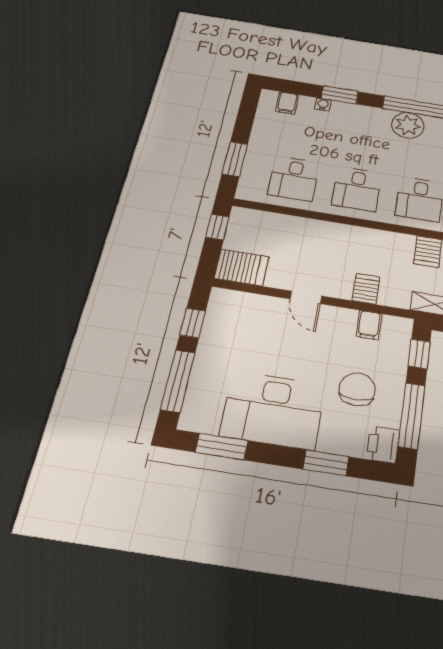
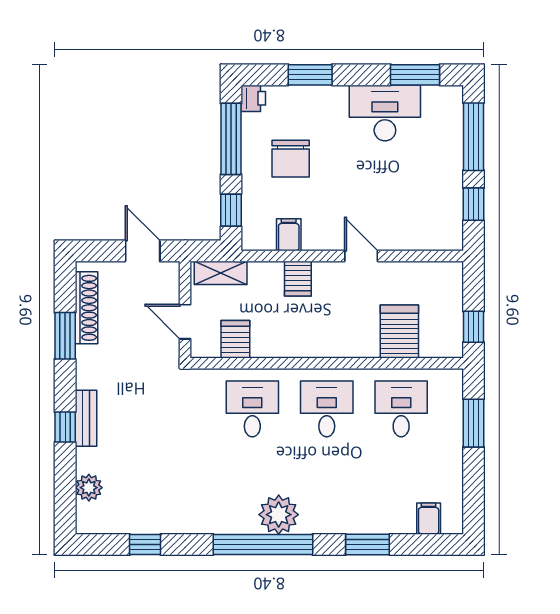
water cooler: (323, 105) -> (385, 525), removed
server rack: (242, 268) -> (399, 331), moved, turned 90
desk: (273, 410) -> (385, 113), width x0.73, depth x0.77
printer: (383, 445) -> (253, 98), width x0.73, depth x0.81

